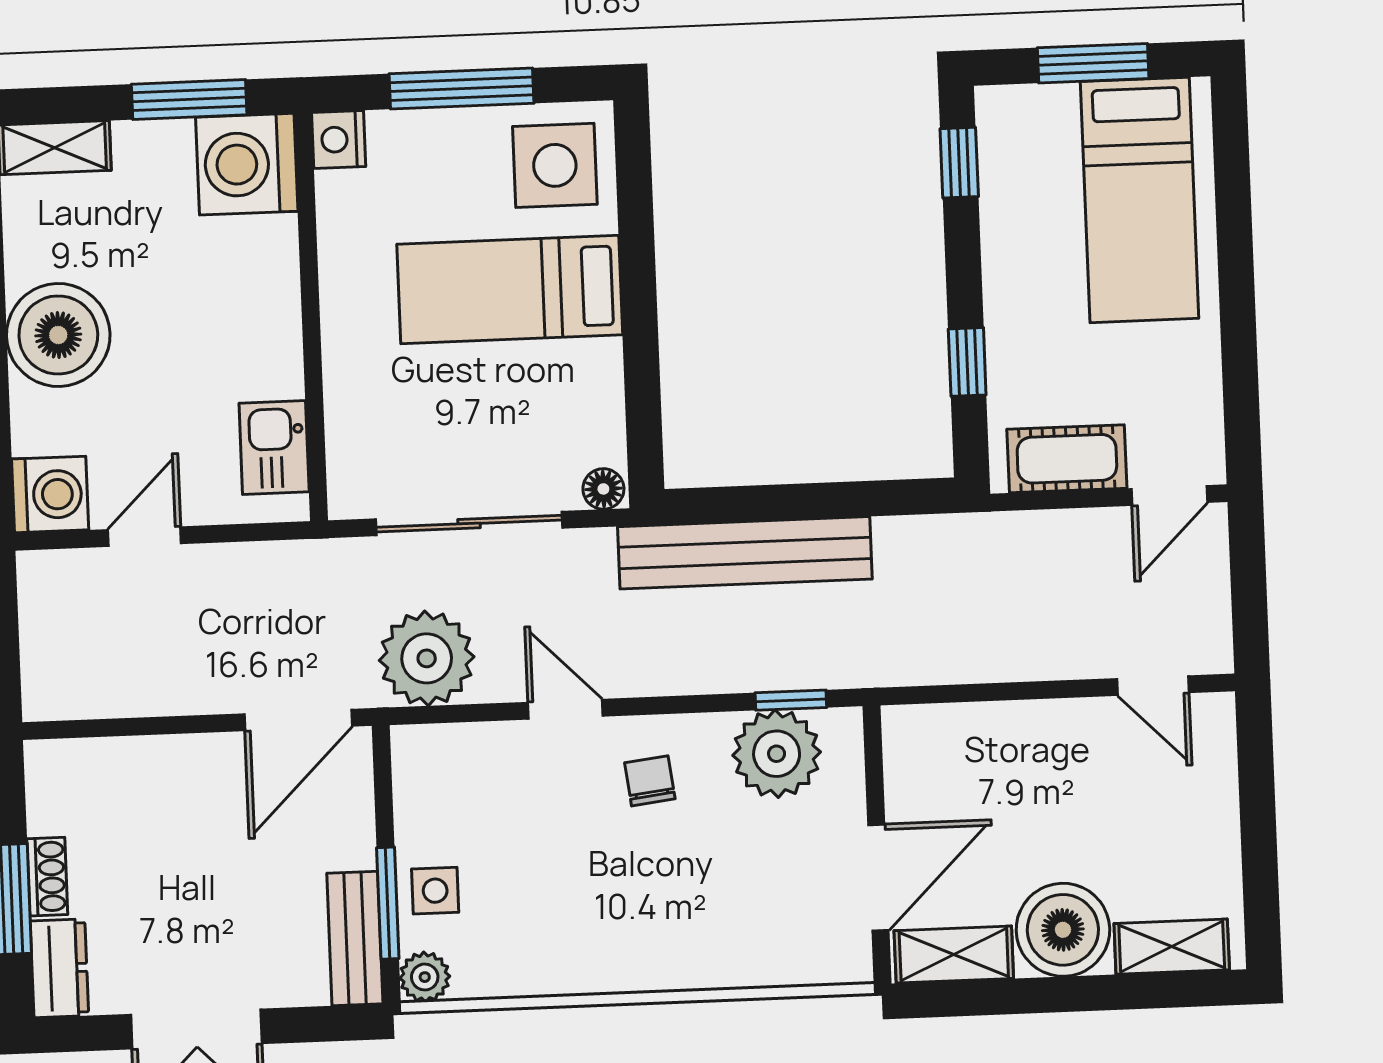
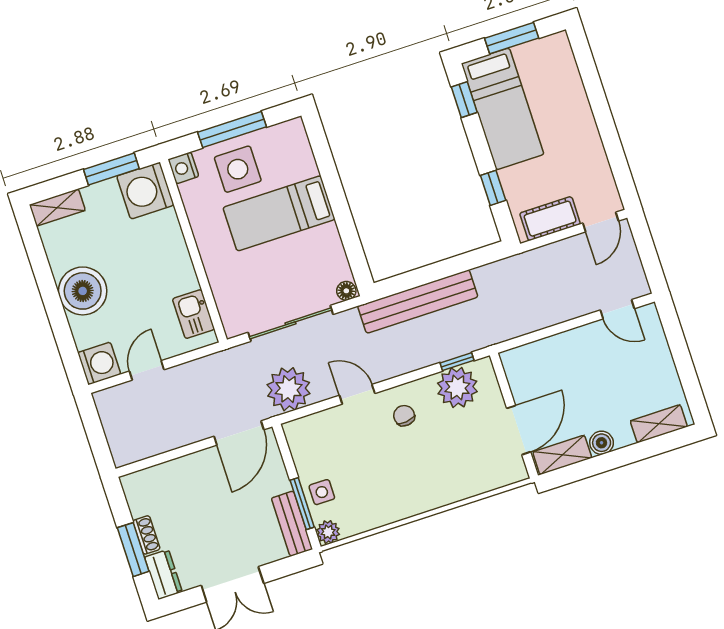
side table: (555, 165) -> (238, 169), moved
bed: (1140, 200) -> (503, 109), moved
boiler: (1063, 930) -> (602, 443), width x0.54, depth x0.54

